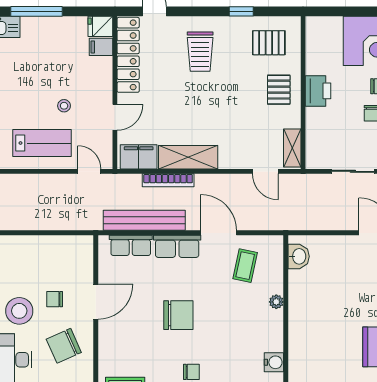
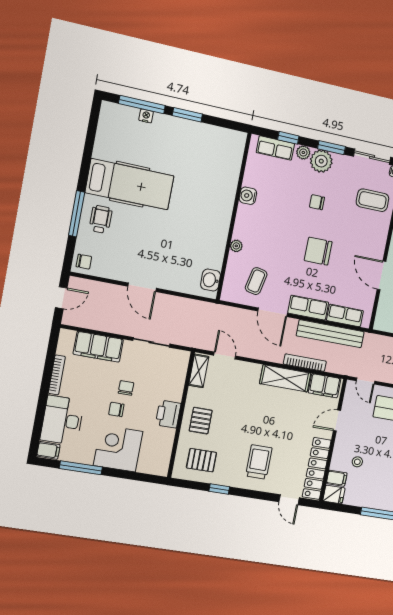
stool: (64, 106) -> (357, 462), moved
door: (96, 302) -> (382, 275), hinge flipped

